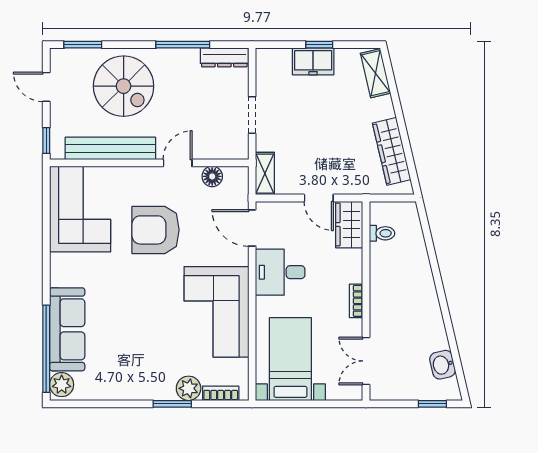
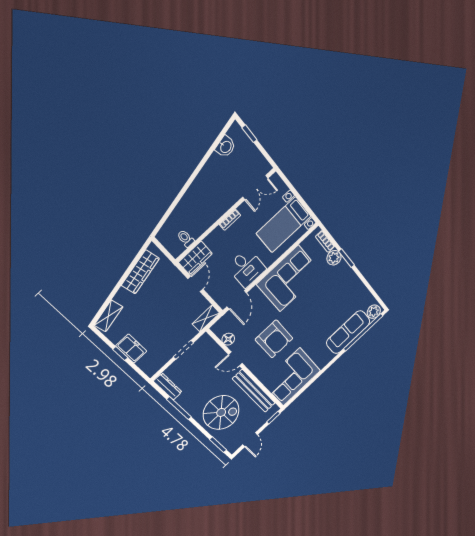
spiral stairs: (124, 86) -> (221, 412), turned 90

